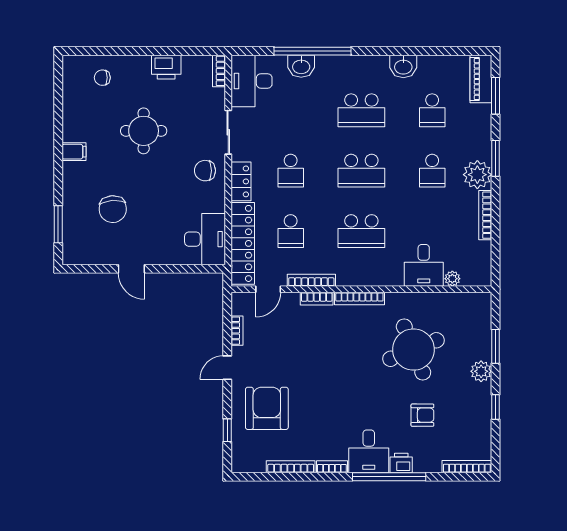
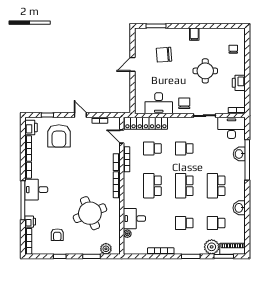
plant: (477, 175) -> (212, 247), moved
locker: (241, 181) -> (179, 122), removed
desk: (205, 239) -> (159, 103), moved
plant: (481, 371) -> (106, 249), moved
armchair: (267, 408) -> (59, 136), turned 90
armchair: (422, 415) -> (57, 235), moved
printer: (251, 461) -> (31, 128), added
printer: (401, 463) -> (30, 222), moved

